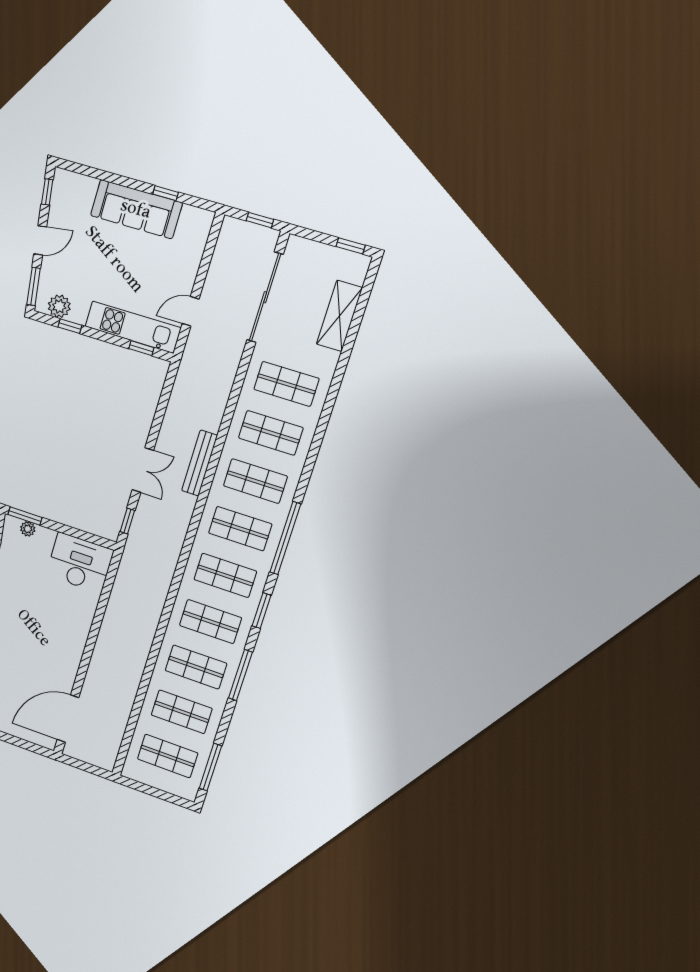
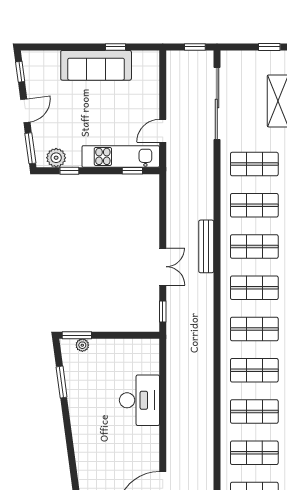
desk: (80, 563) -> (139, 400), moved, turned 90

